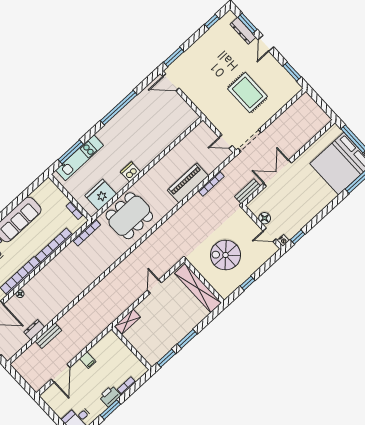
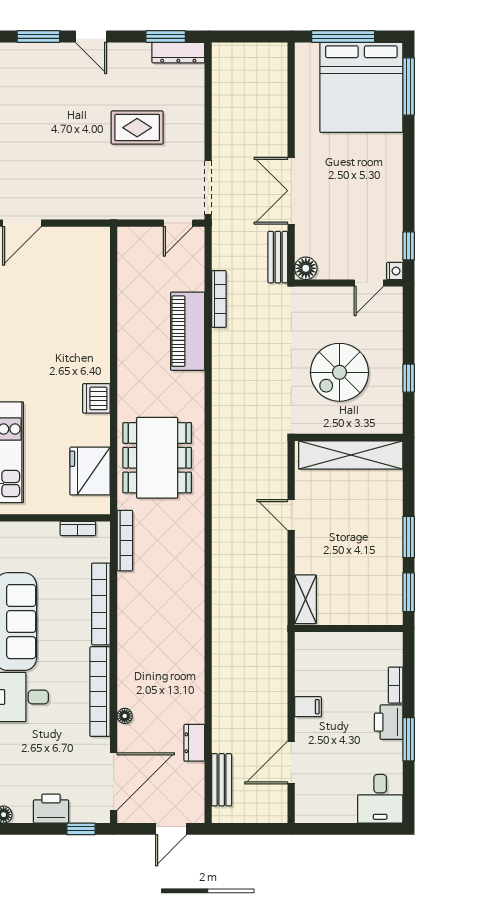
dresser: (243, 31) -> (178, 53), moved
rug: (248, 93) -> (137, 128), width x0.73, depth x0.70
floor lamp: (265, 218) -> (306, 268), moved
bench: (48, 336) -> (222, 780), moved
door: (61, 373) -> (291, 763), swing flipped

